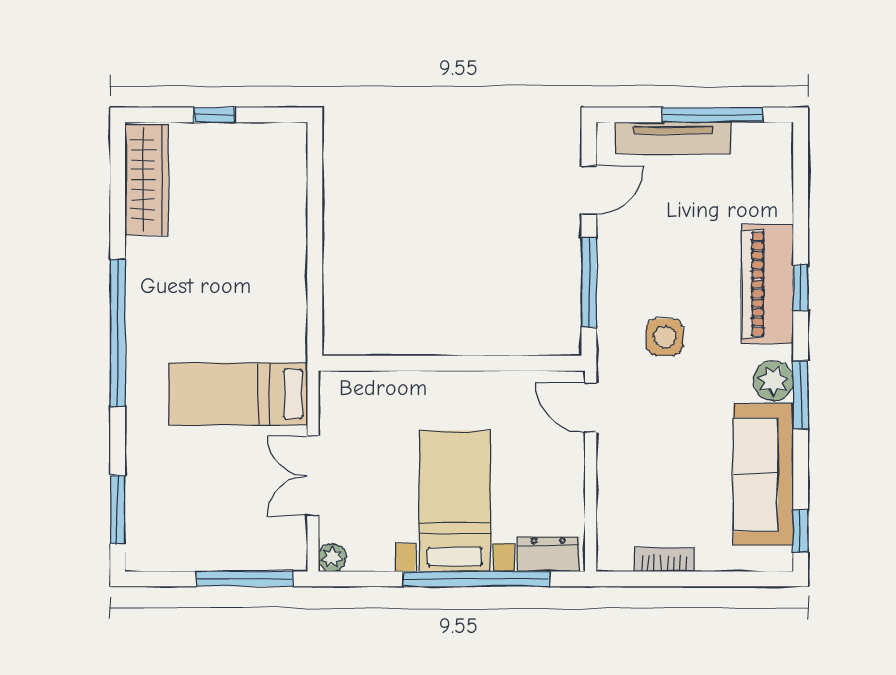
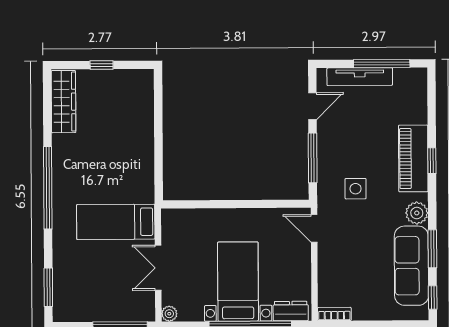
window: (801, 395) -> (432, 249), moved
bookcase: (664, 560) -> (334, 314), moved

